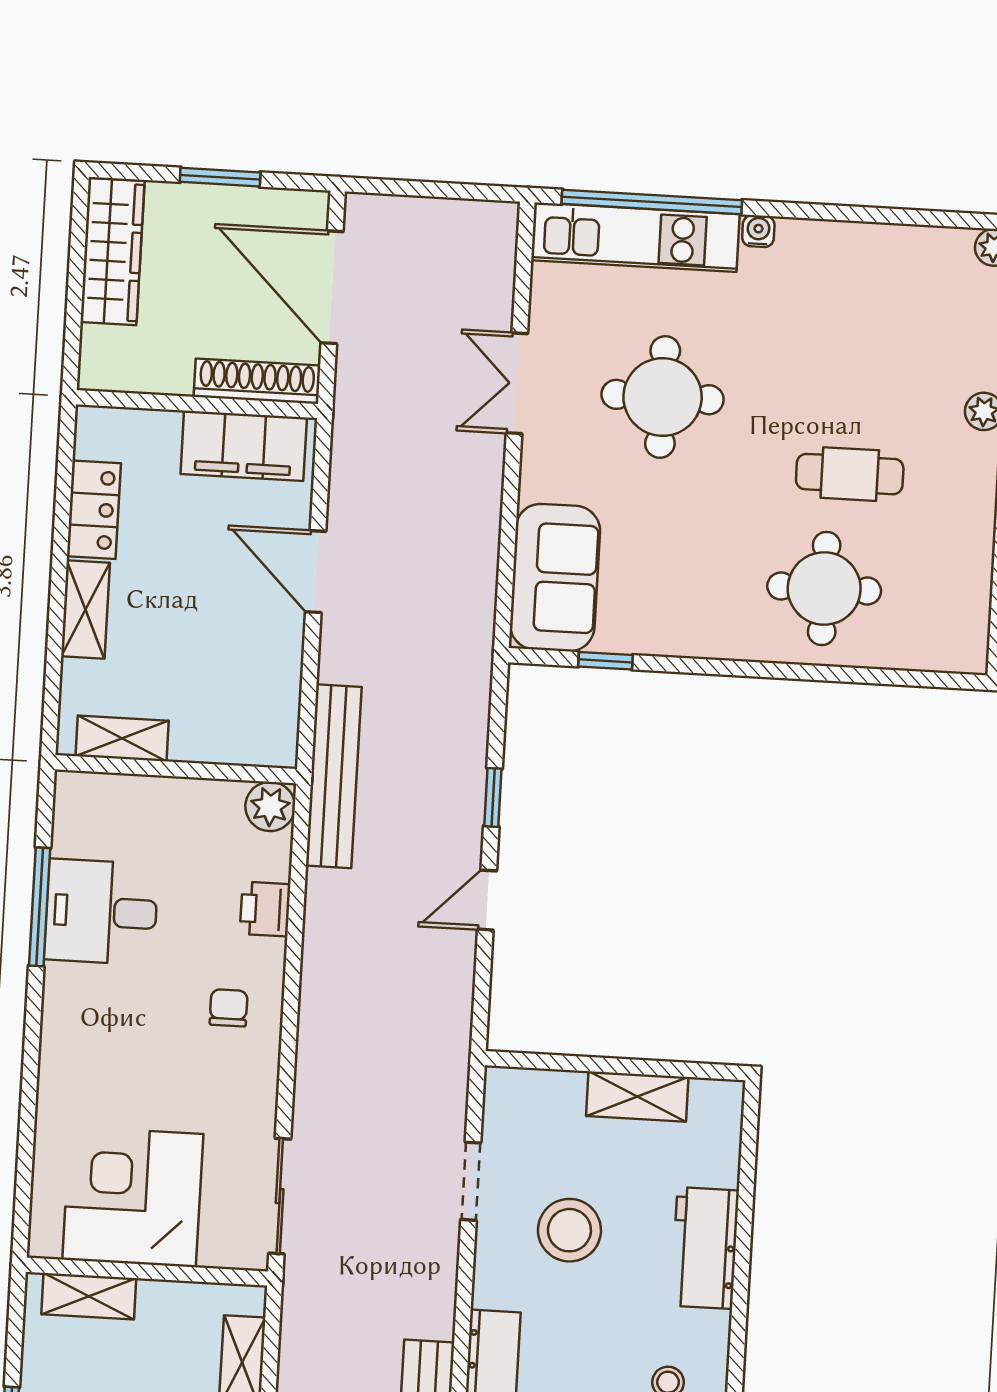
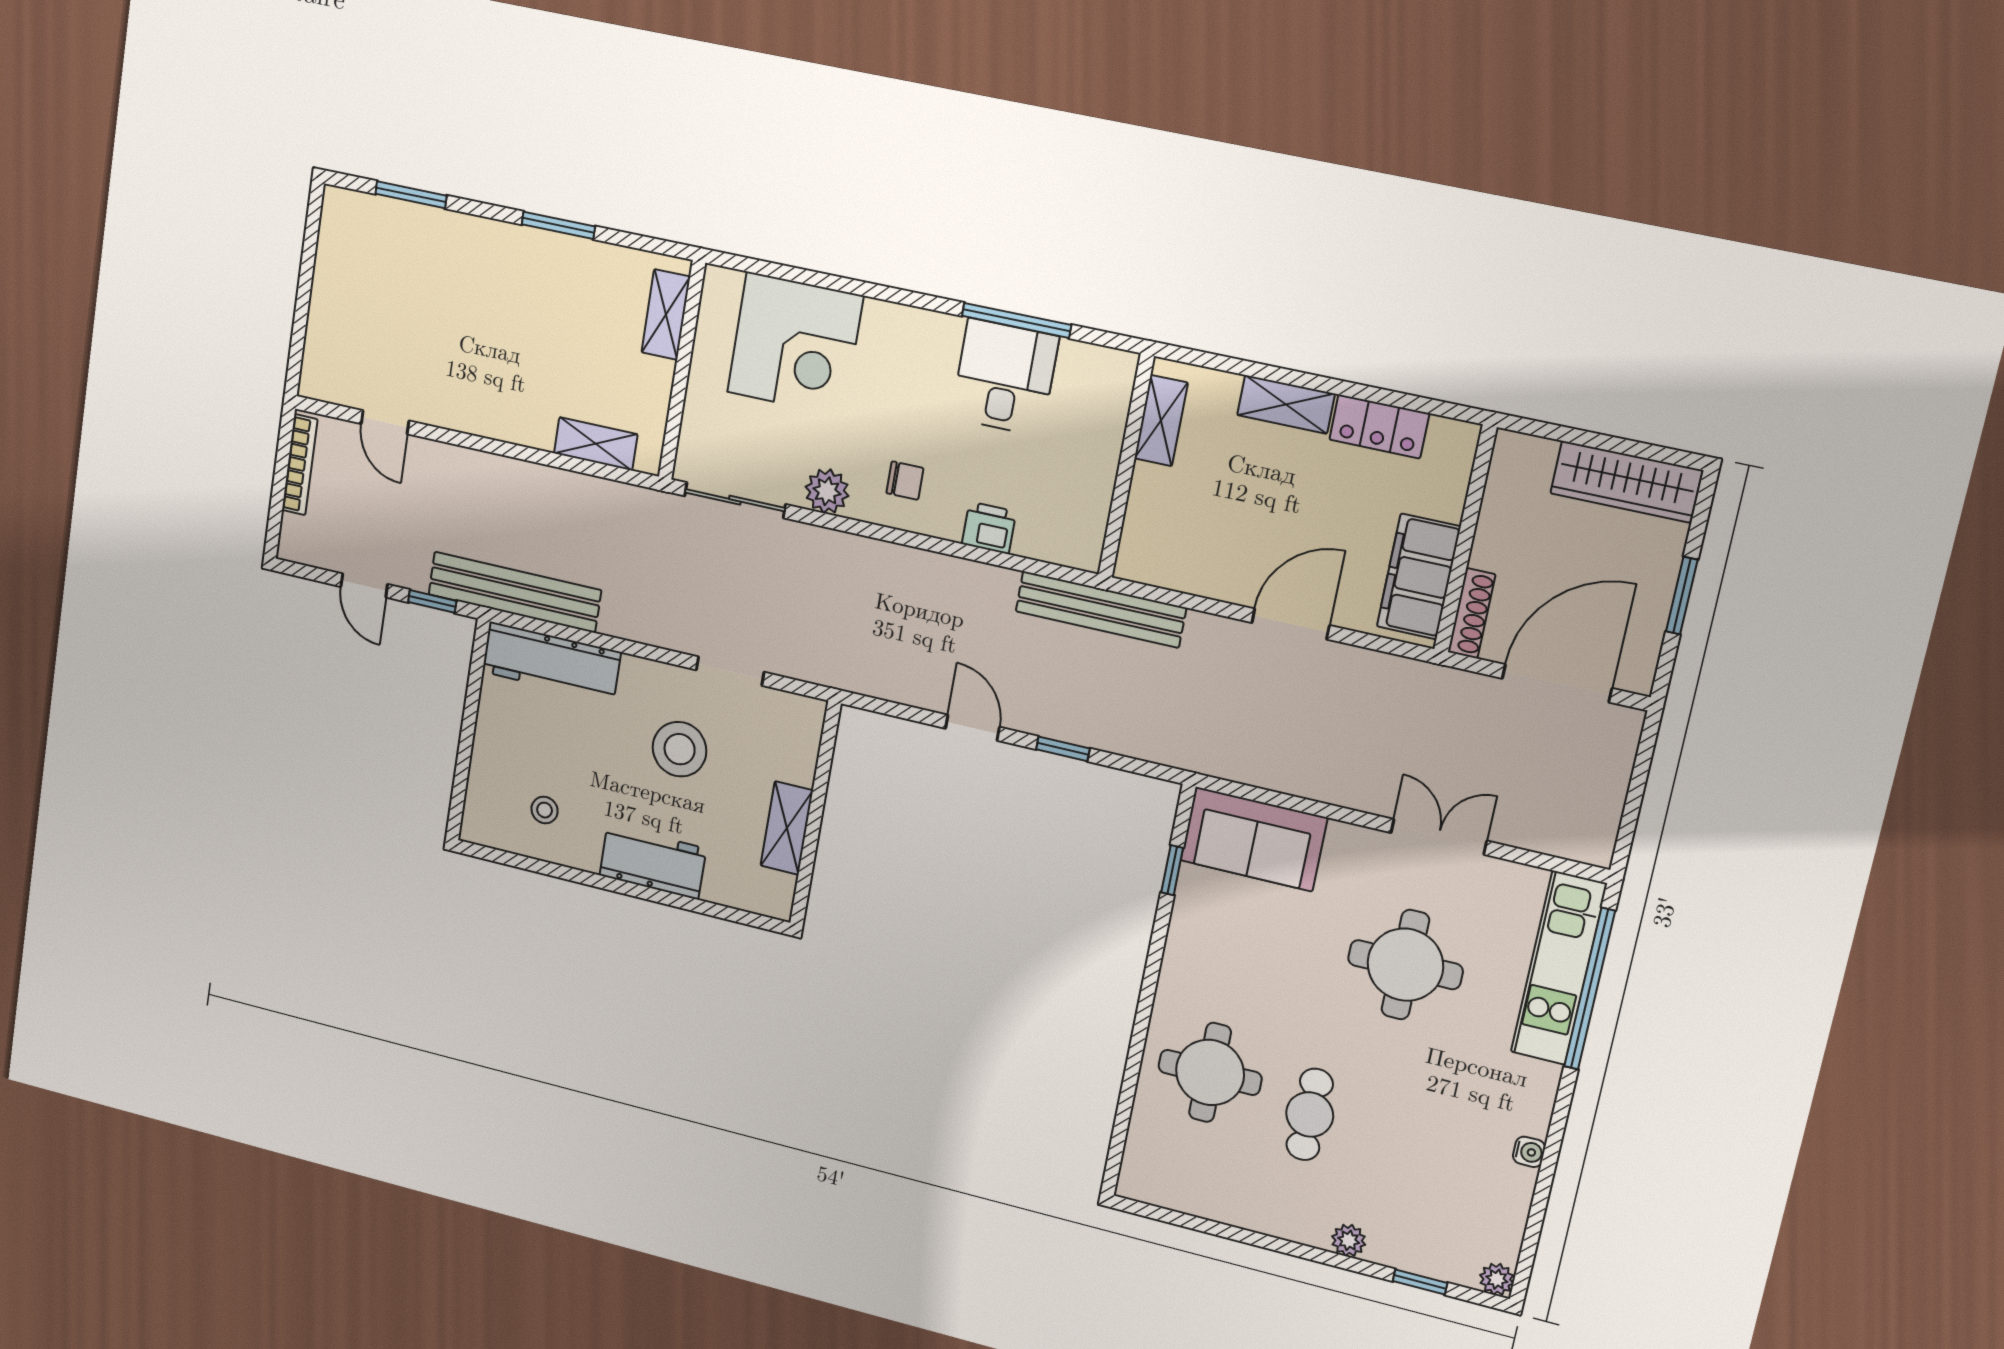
water cooler: (758, 231) -> (1529, 1152), moved
shoe rack: (257, 381) -> (1472, 613), width x0.74, depth x0.81
plant: (270, 806) -> (827, 491), moved
corner desk: (133, 1197) -> (795, 344), moved, turned 90

